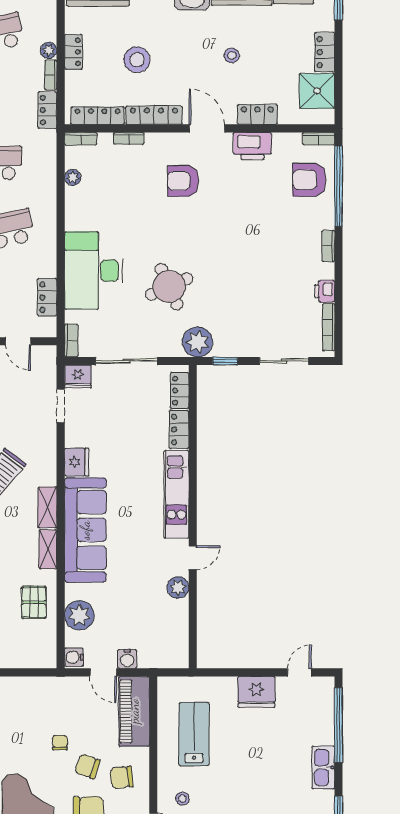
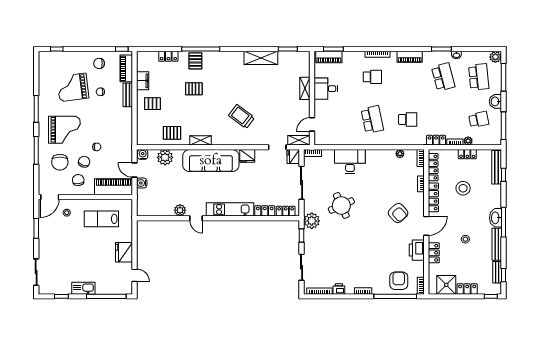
armchair: (183, 181) -> (398, 213), turned 138
desk: (94, 271) -> (350, 161), width x0.73, depth x0.77
locker: (47, 297) -> (336, 140), removed
shelving: (47, 507) -> (299, 140), moved
door: (103, 672) -> (134, 170), hinge flipped
lab bench: (194, 734) -> (101, 219), turned 180

